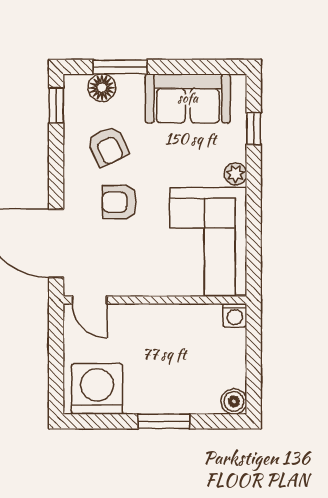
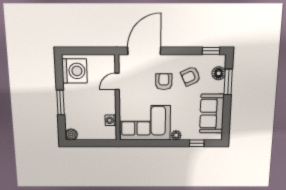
door: (90, 300) -> (117, 81), moved
washing machine: (235, 315) -> (111, 120), moved

